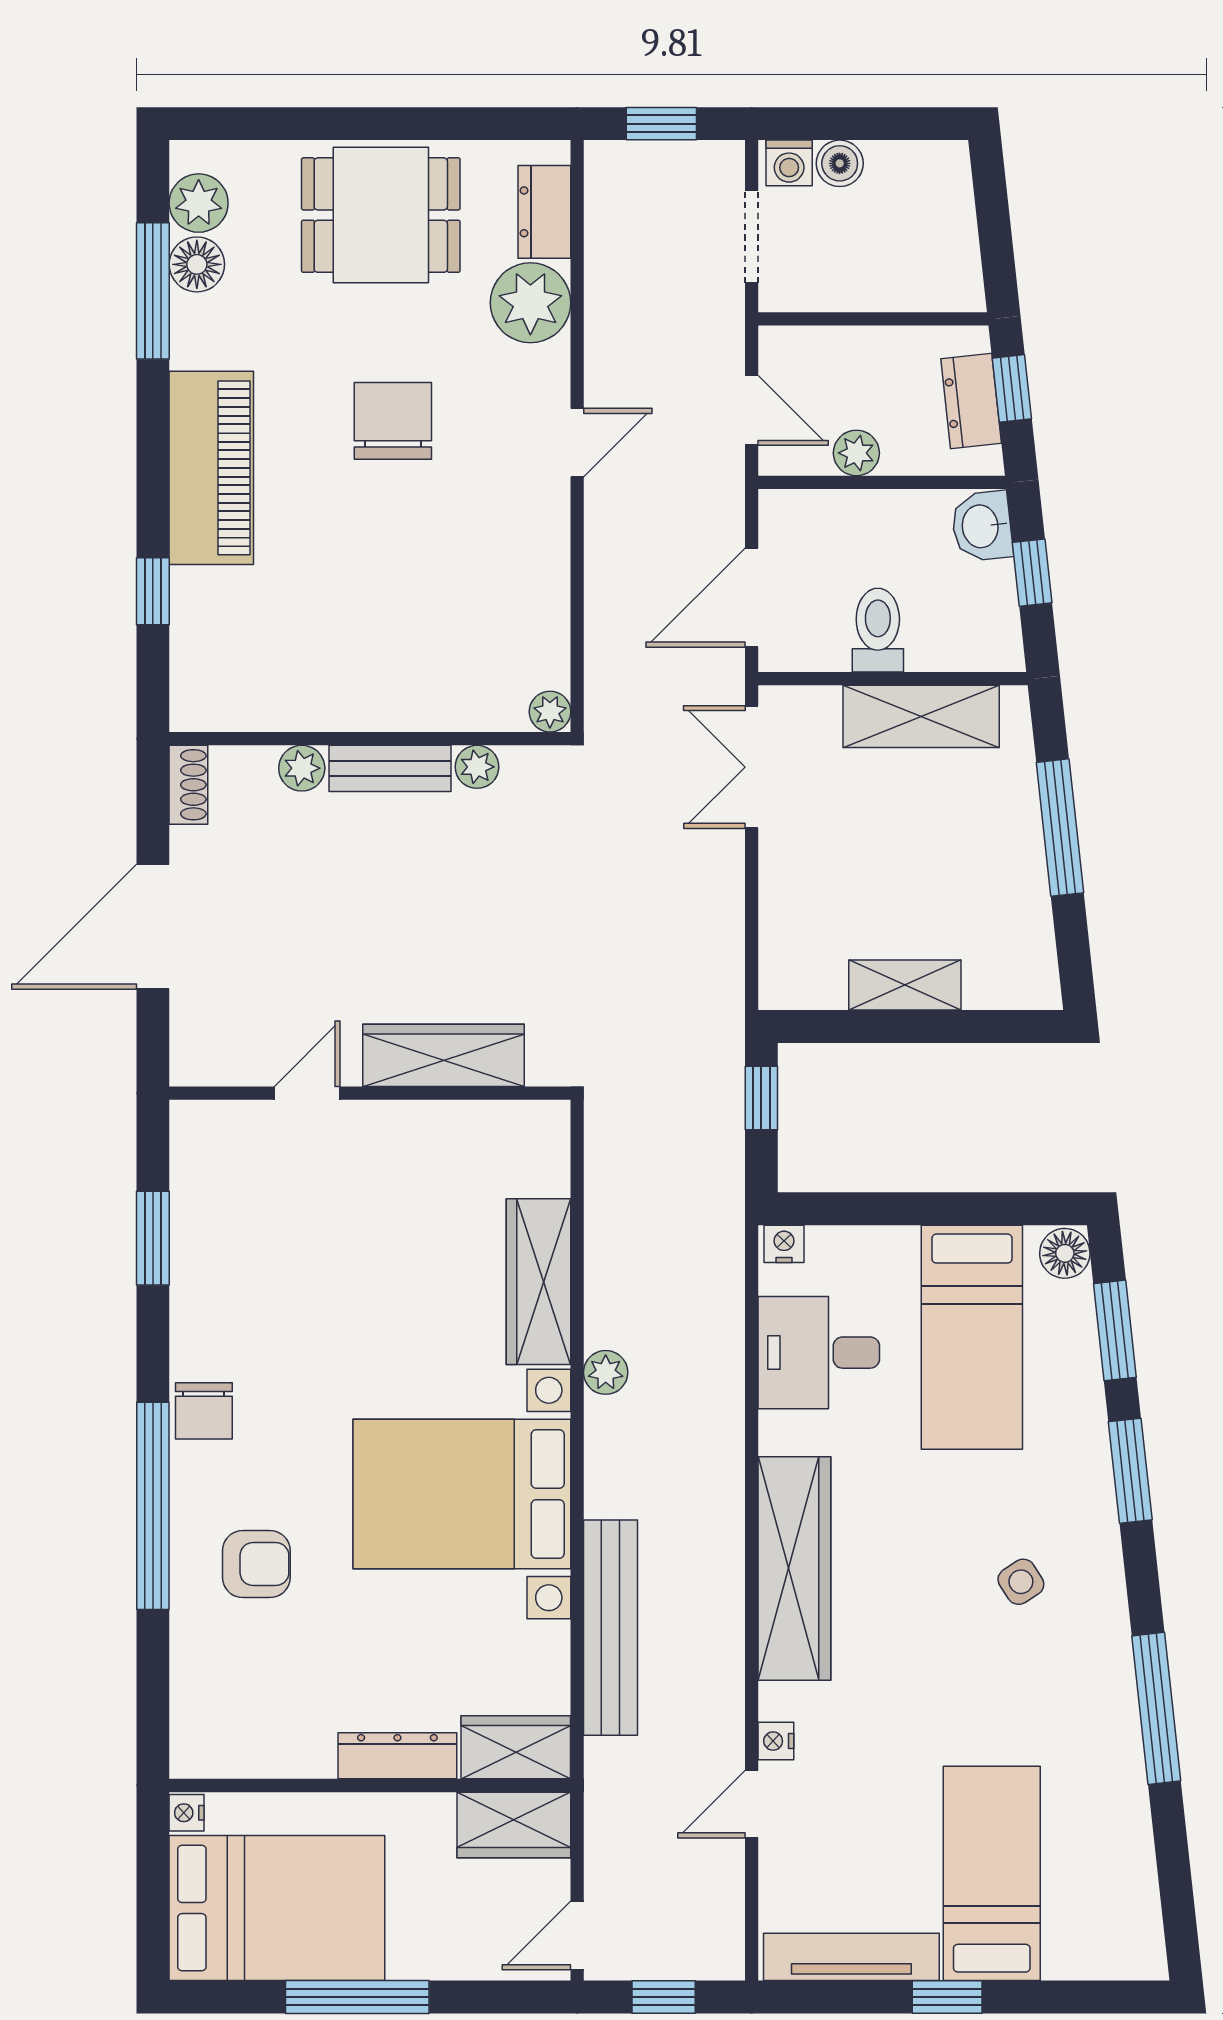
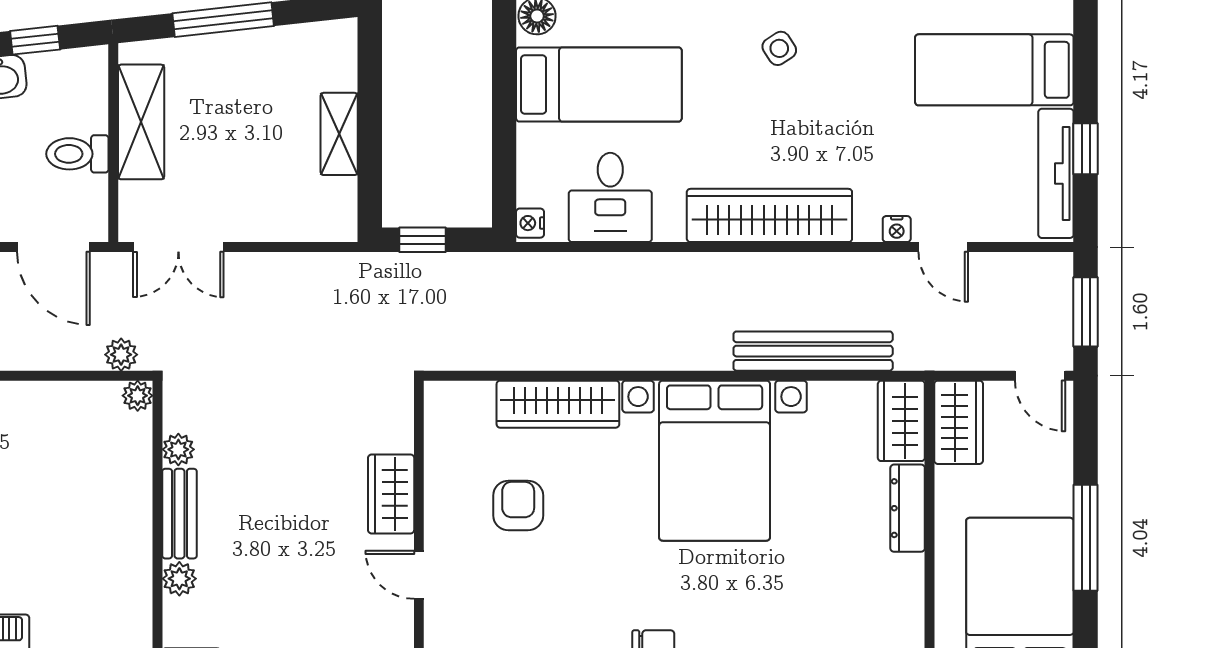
wardrobe: (444, 1055) -> (391, 494), width x0.67
plant: (606, 1372) -> (121, 355), moved
armchair: (256, 1564) -> (518, 506), moved
window: (664, 1997) -> (1086, 312), width x1.50
window: (947, 1997) -> (1086, 149), moved

